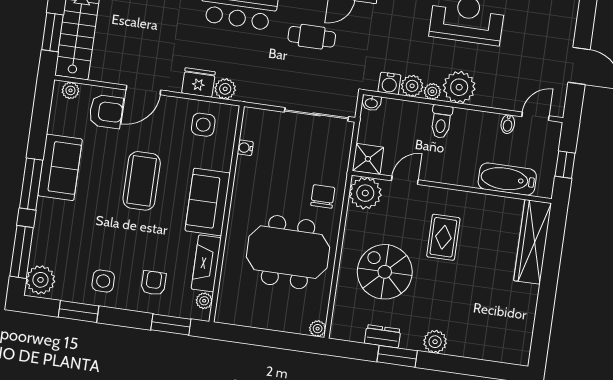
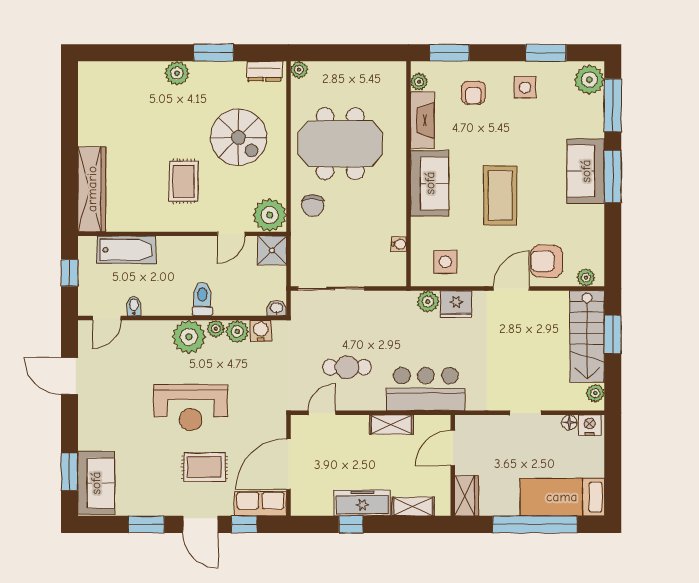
sofa: (60, 167) -> (586, 171), moved
dresser: (383, 336) -> (264, 71), moved

